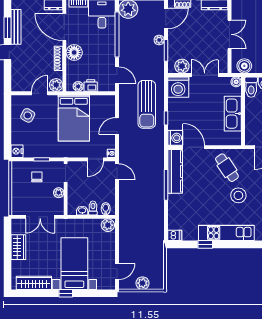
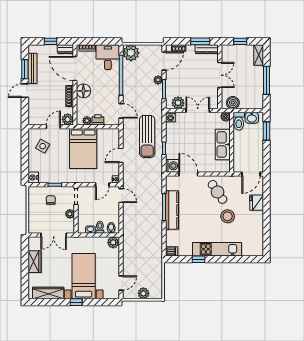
washing machine: (178, 87) -> (170, 117), width x0.53, depth x0.53
kitchen counter: (175, 171) -> (172, 210), moved

